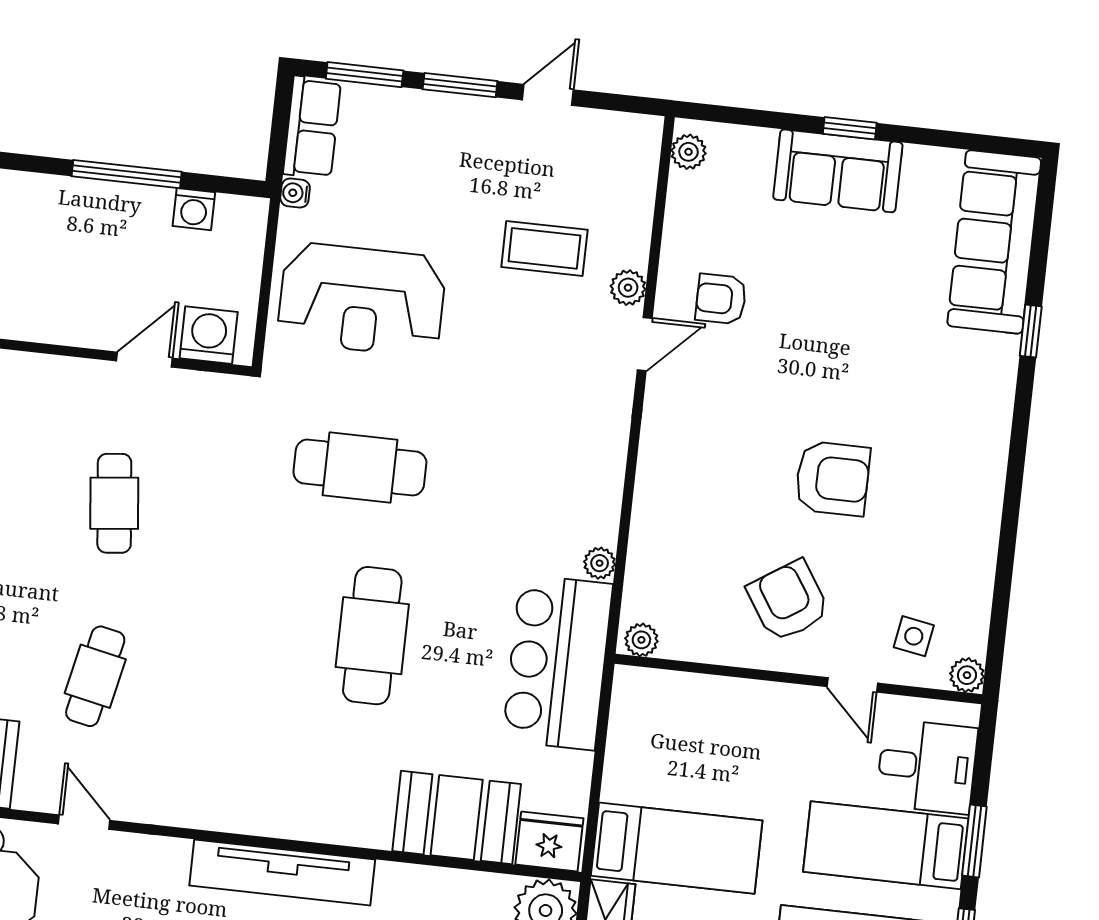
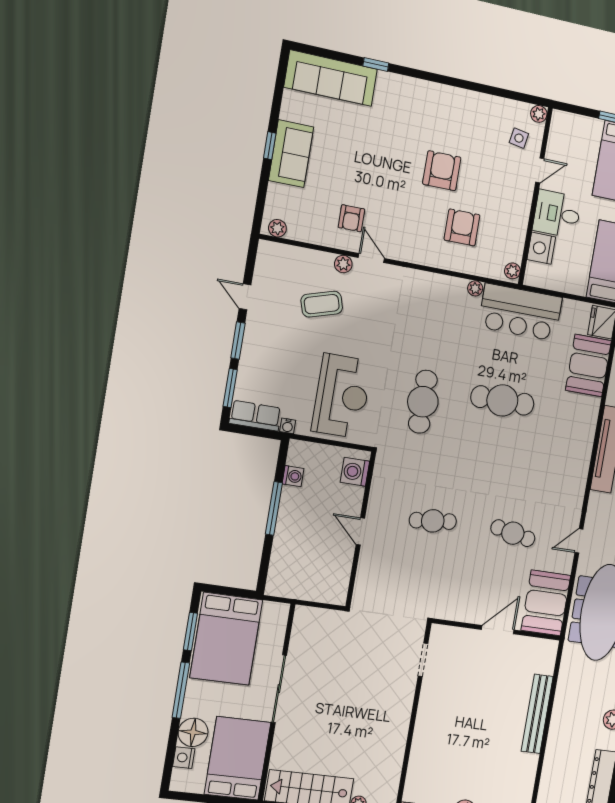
coffee table: (544, 248) -> (322, 304), turned 73
door: (144, 360) -> (360, 531), moved
armchair: (788, 601) -> (462, 227), moved, turned 123
nightstand: (693, 699) -> (541, 248), added
desk: (927, 767) -> (557, 214), moved, turned -90

